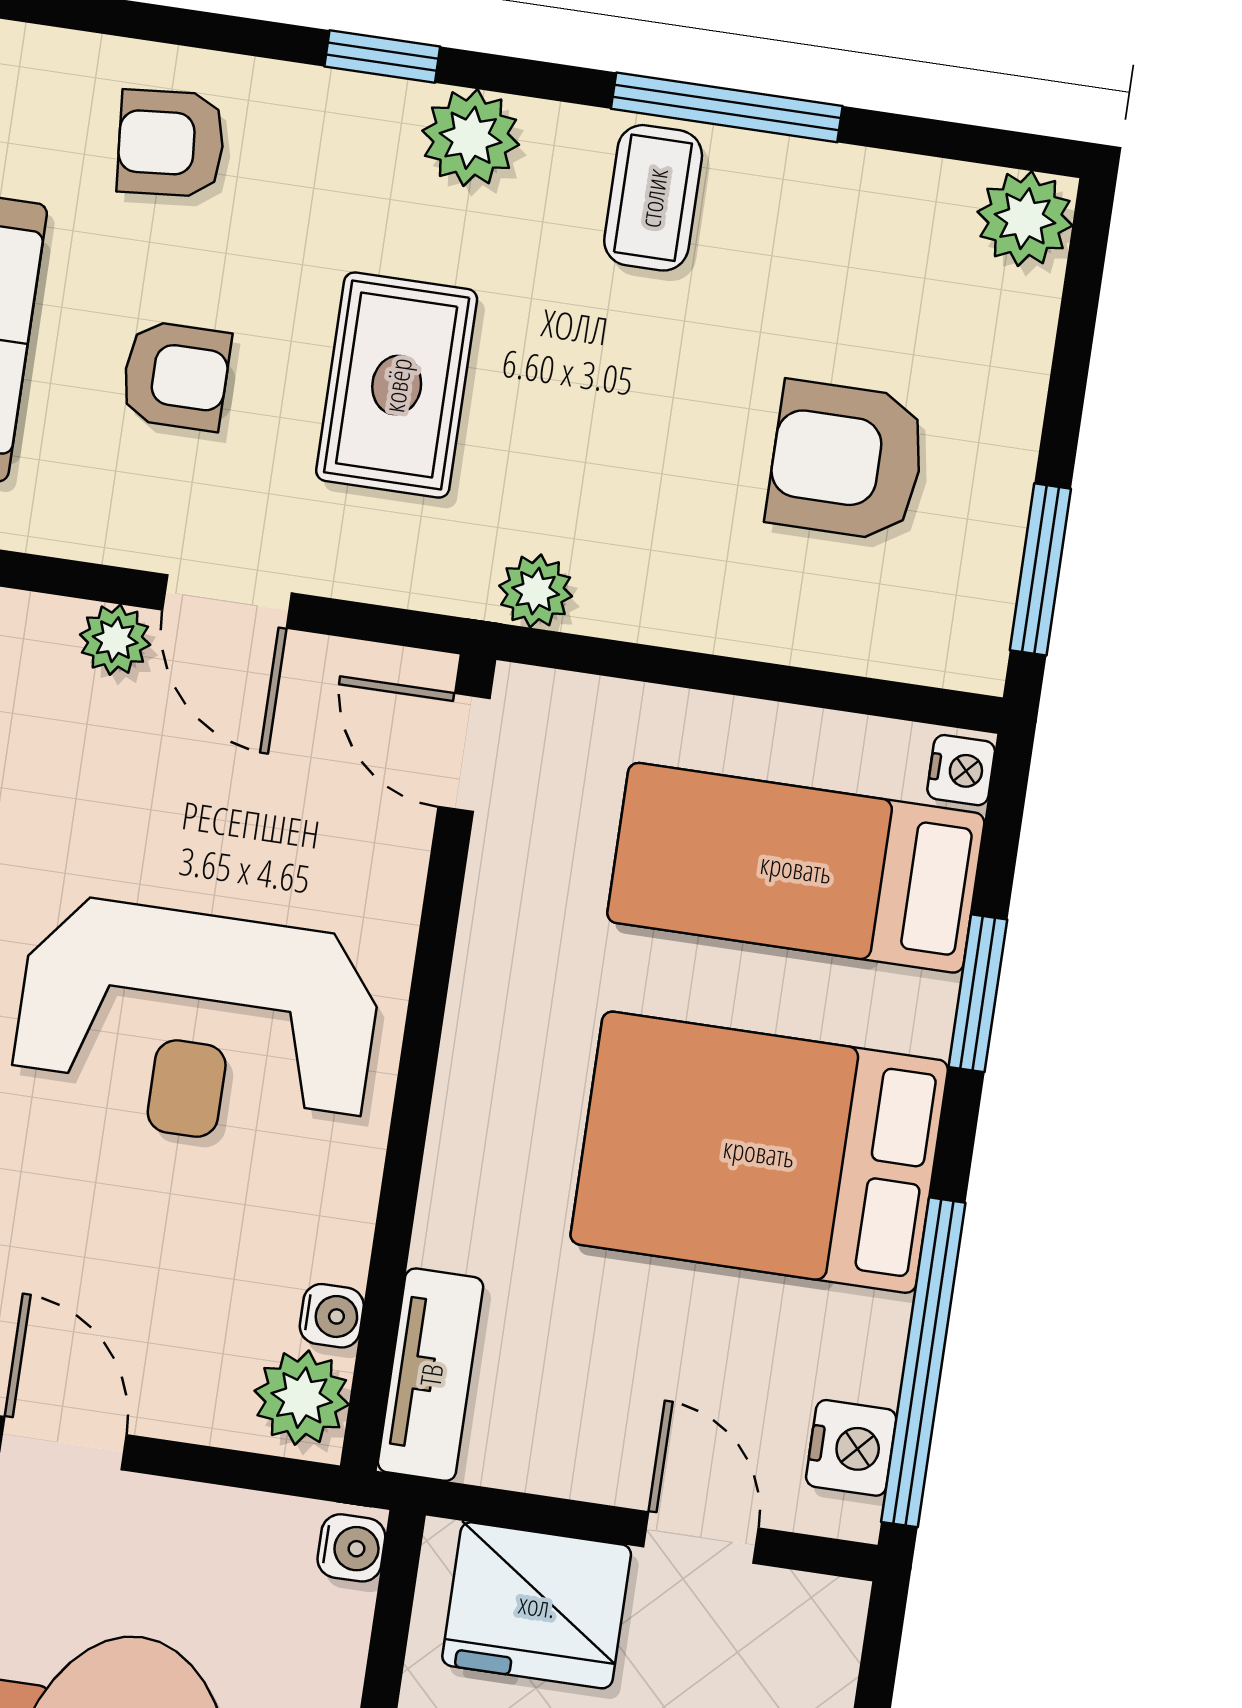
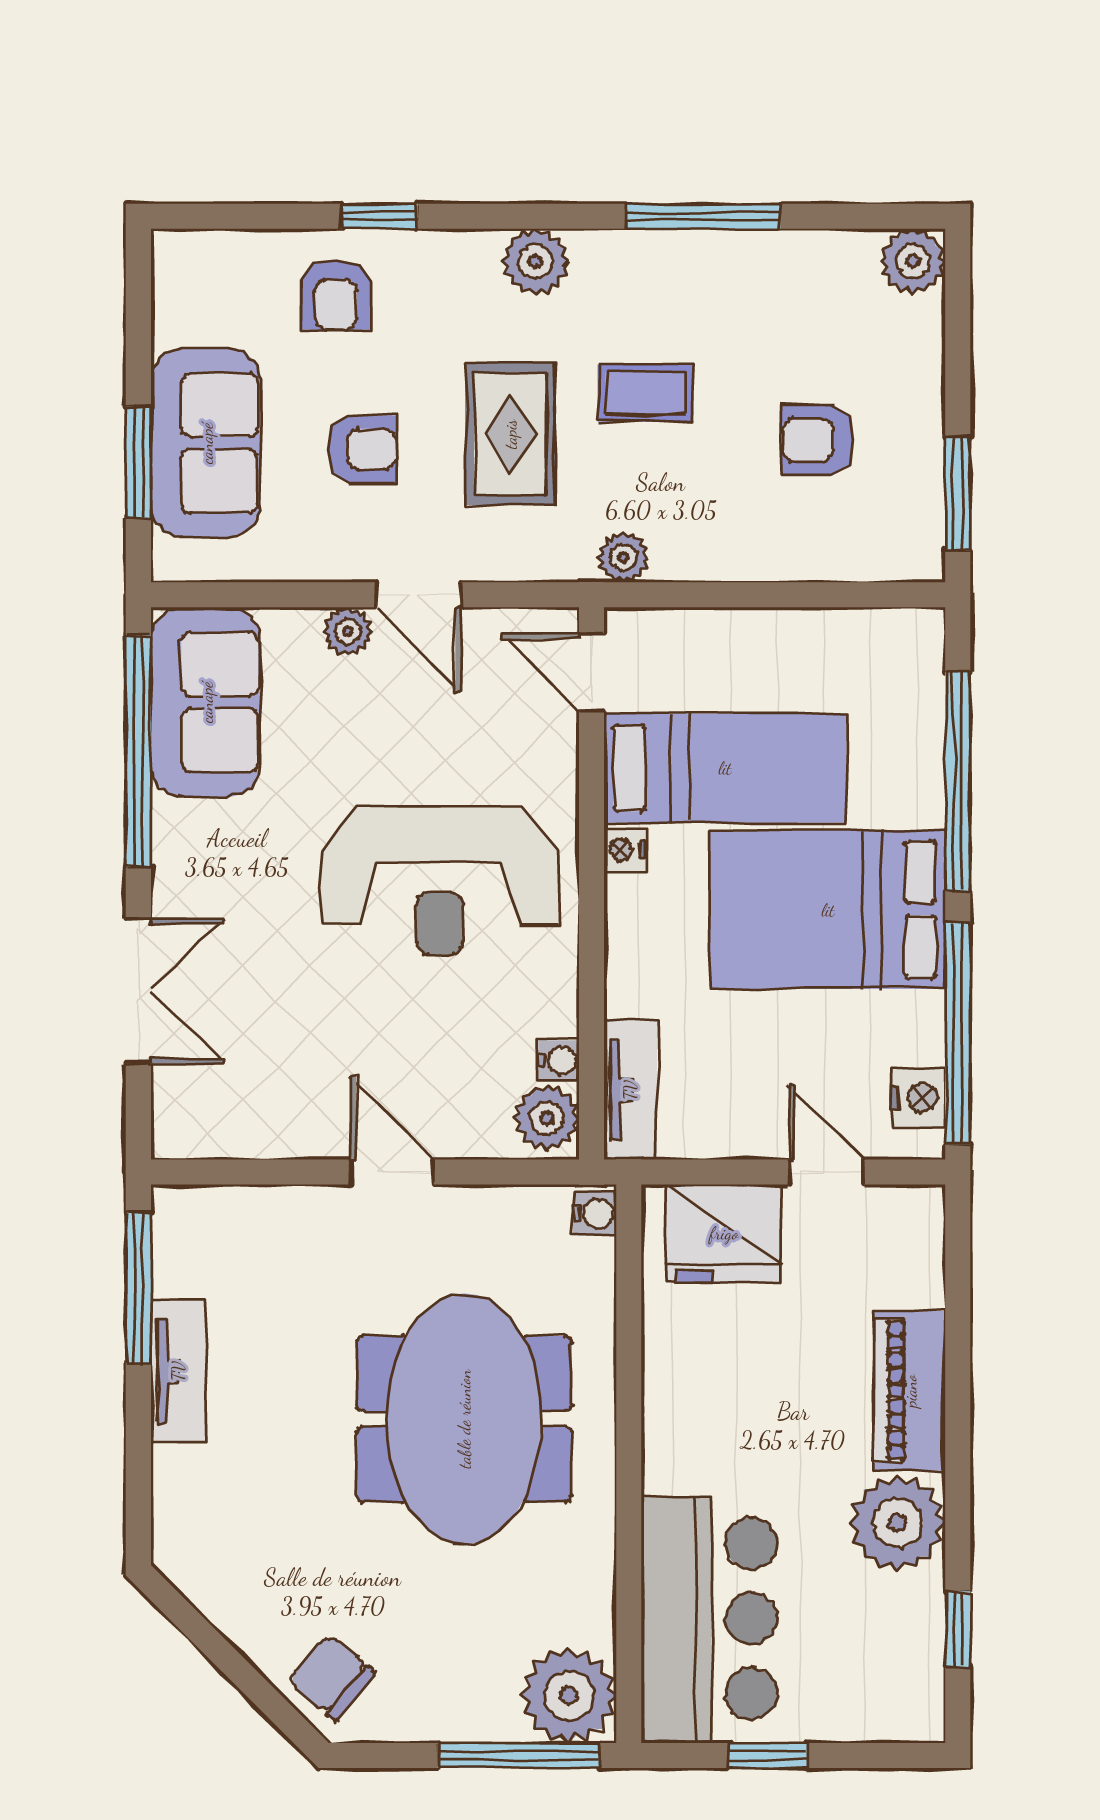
window: (382, 56) -> (380, 216), moved
armchair: (171, 143) -> (336, 295), turned -85
coffee table: (653, 198) -> (645, 393), moved, turned 90
armchair: (847, 461) -> (818, 440), width x0.72, depth x0.72
nightstand: (961, 770) -> (625, 850), moved, turned 180
bed: (796, 868) -> (725, 768), moved, turned 180
window: (978, 993) -> (958, 782), width x2.11

